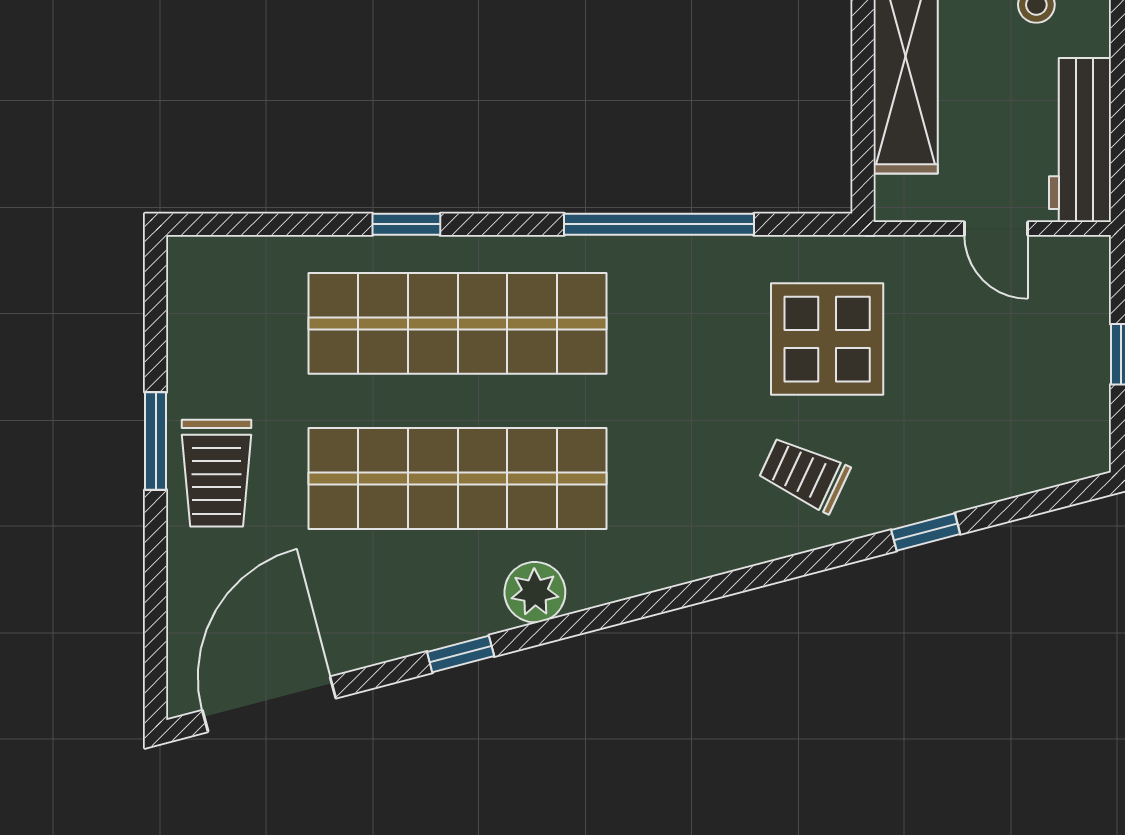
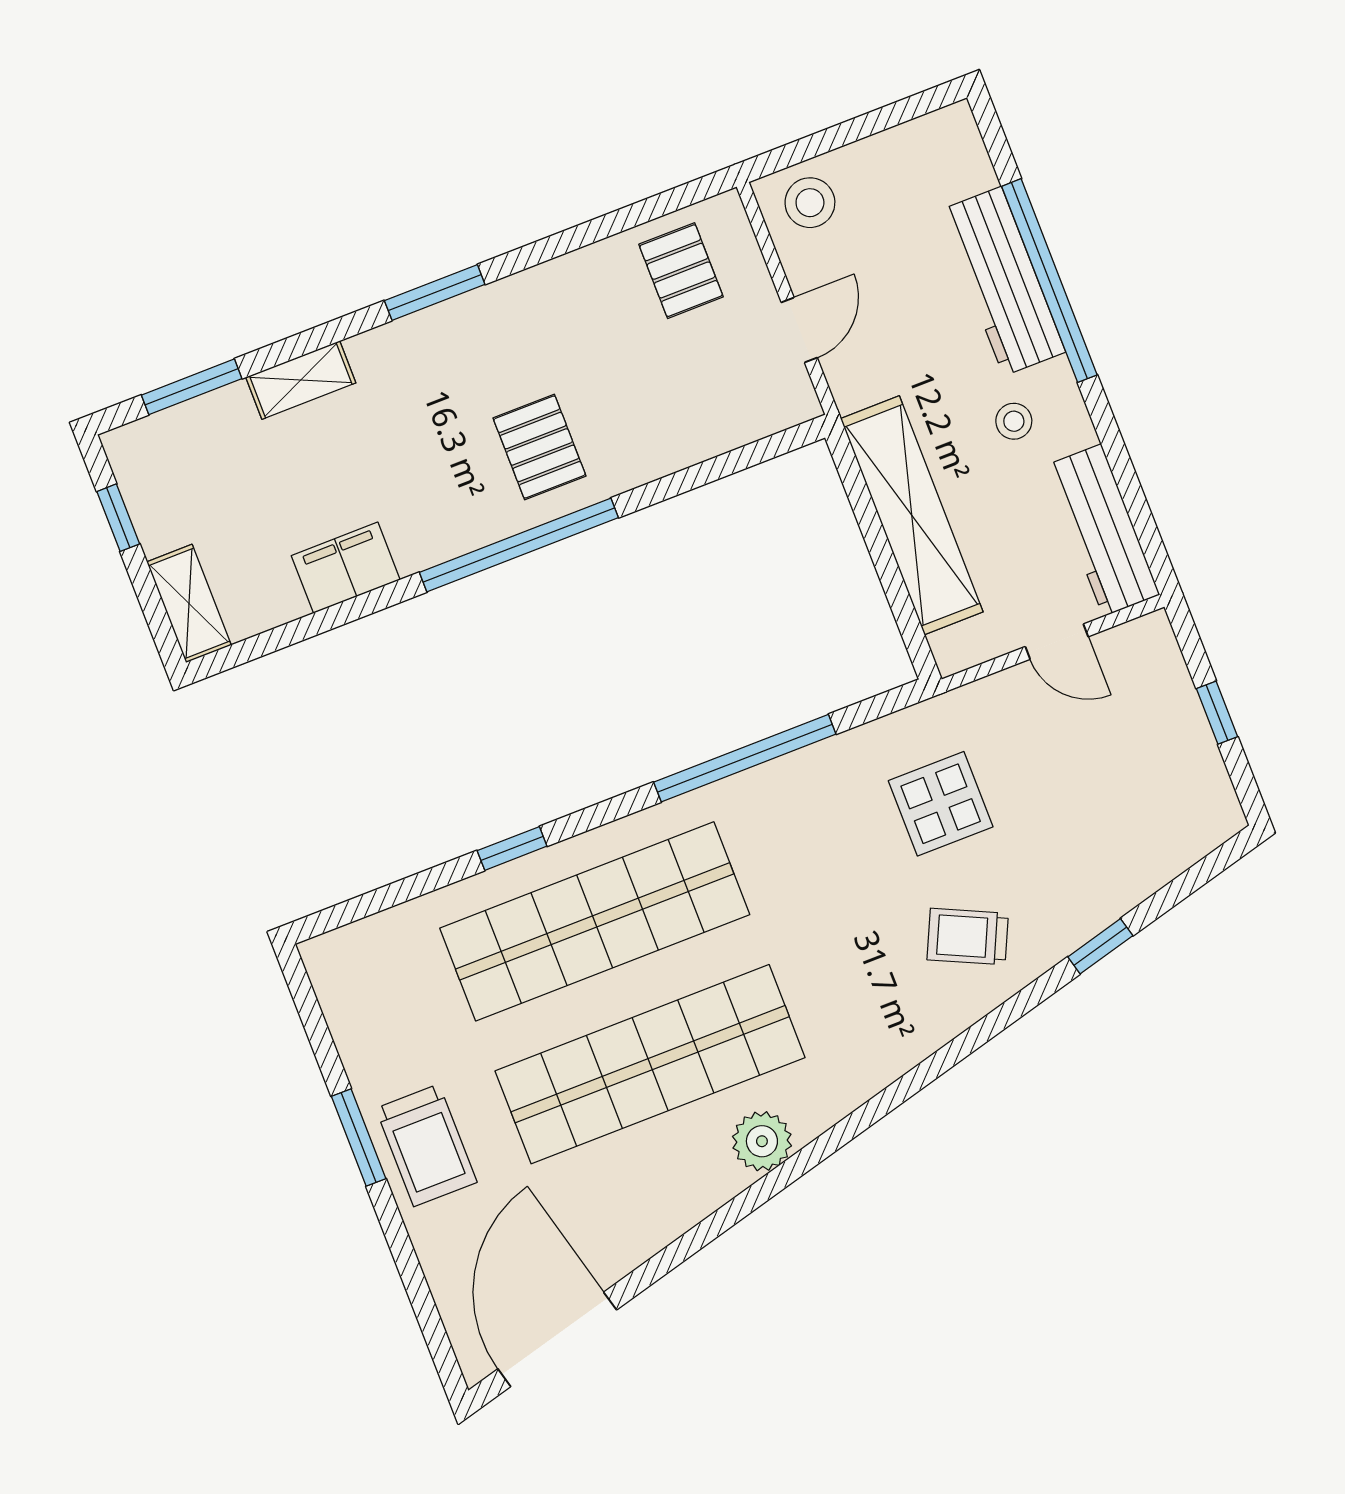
display table: (827, 339) -> (941, 804), width x0.73, depth x0.73
window: (461, 654) -> (716, 1225), removed

